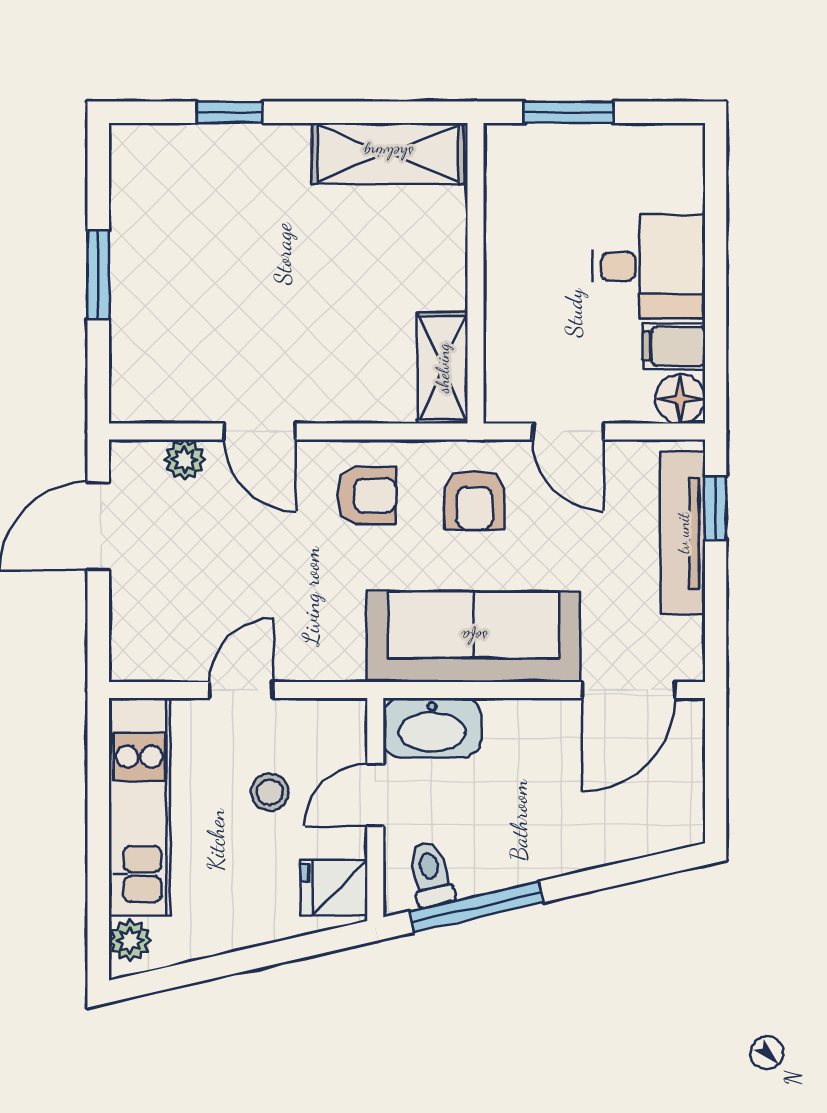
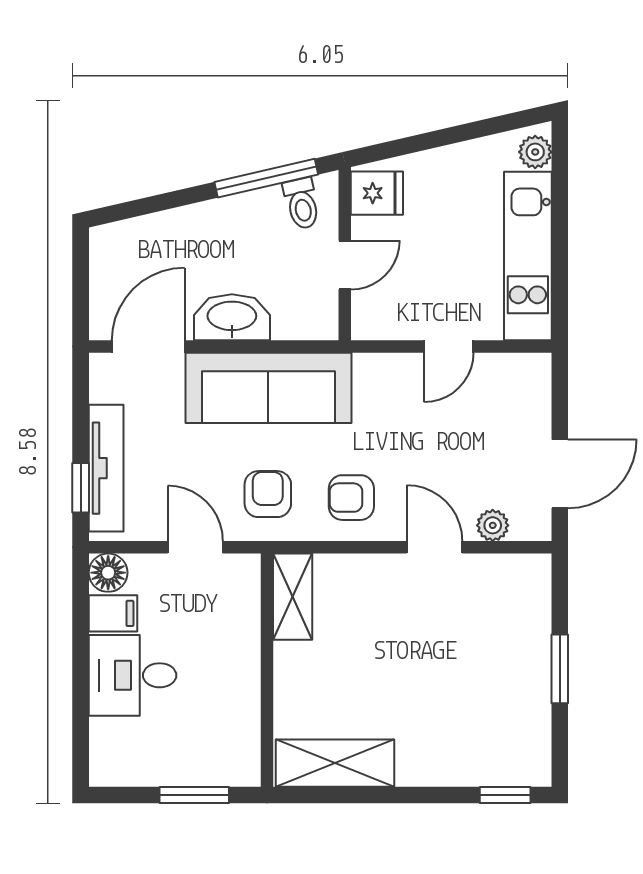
window: (229, 112) -> (505, 795), moved
washbasin: (432, 728) -> (232, 317), moved
stool: (270, 792) -> (427, 267), removed

